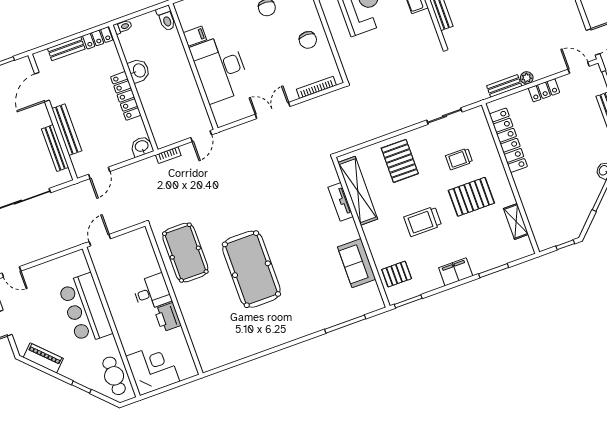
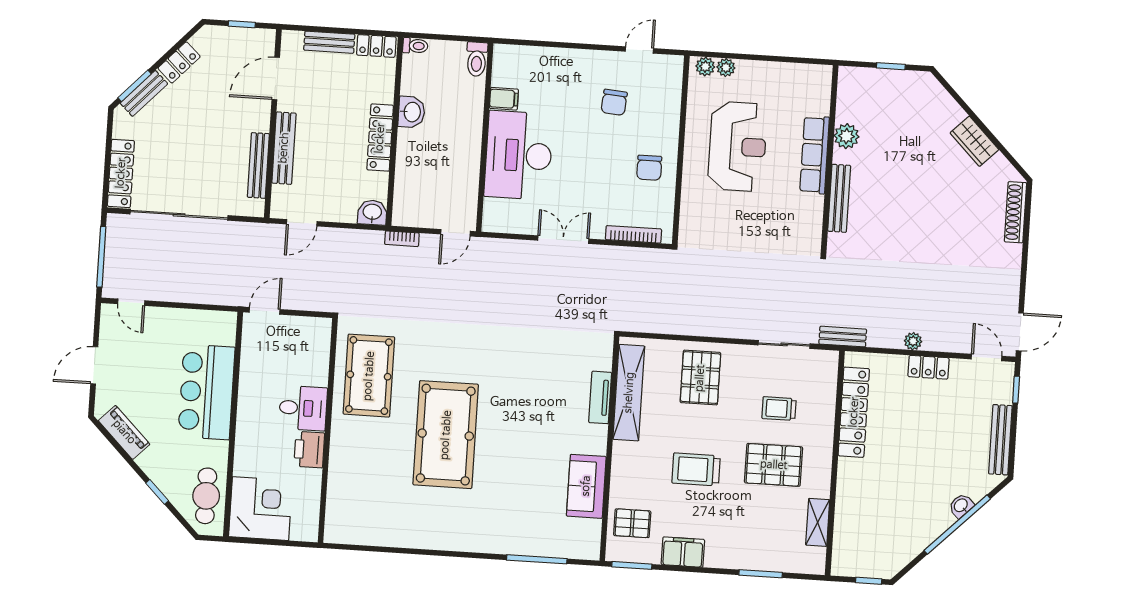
bench: (504, 86) -> (843, 337), moved
filing cabinet: (456, 272) -> (683, 552), moved

